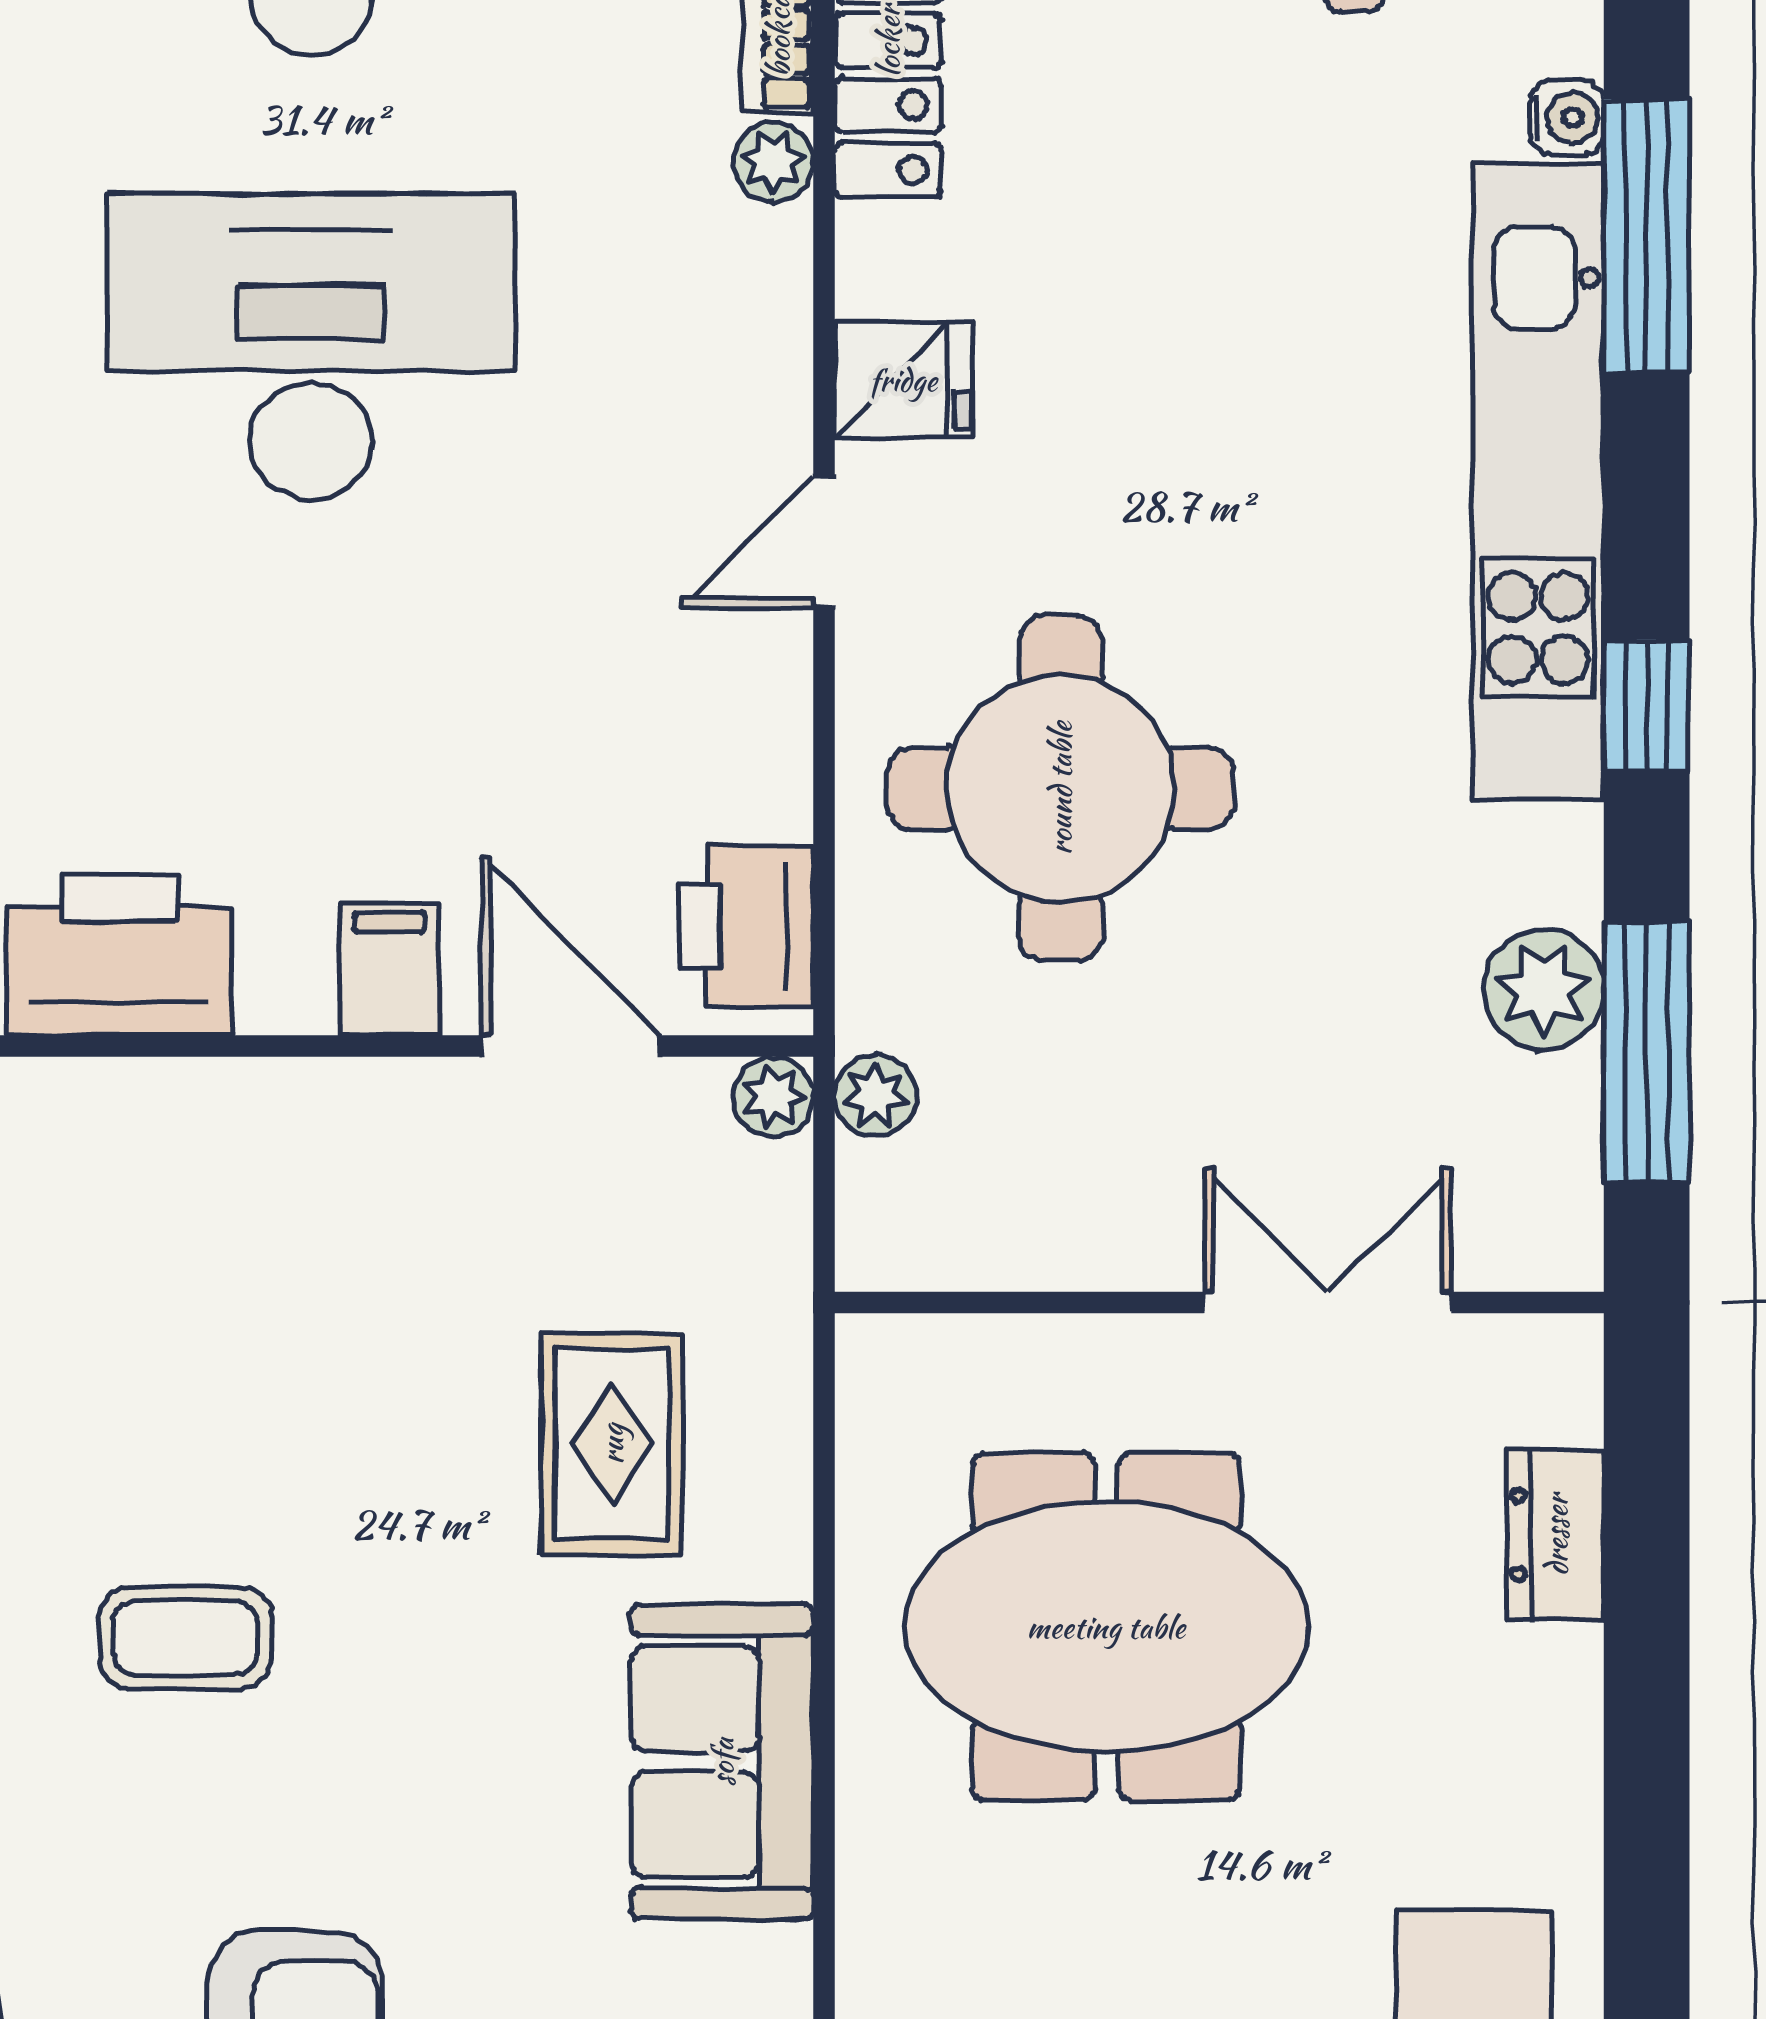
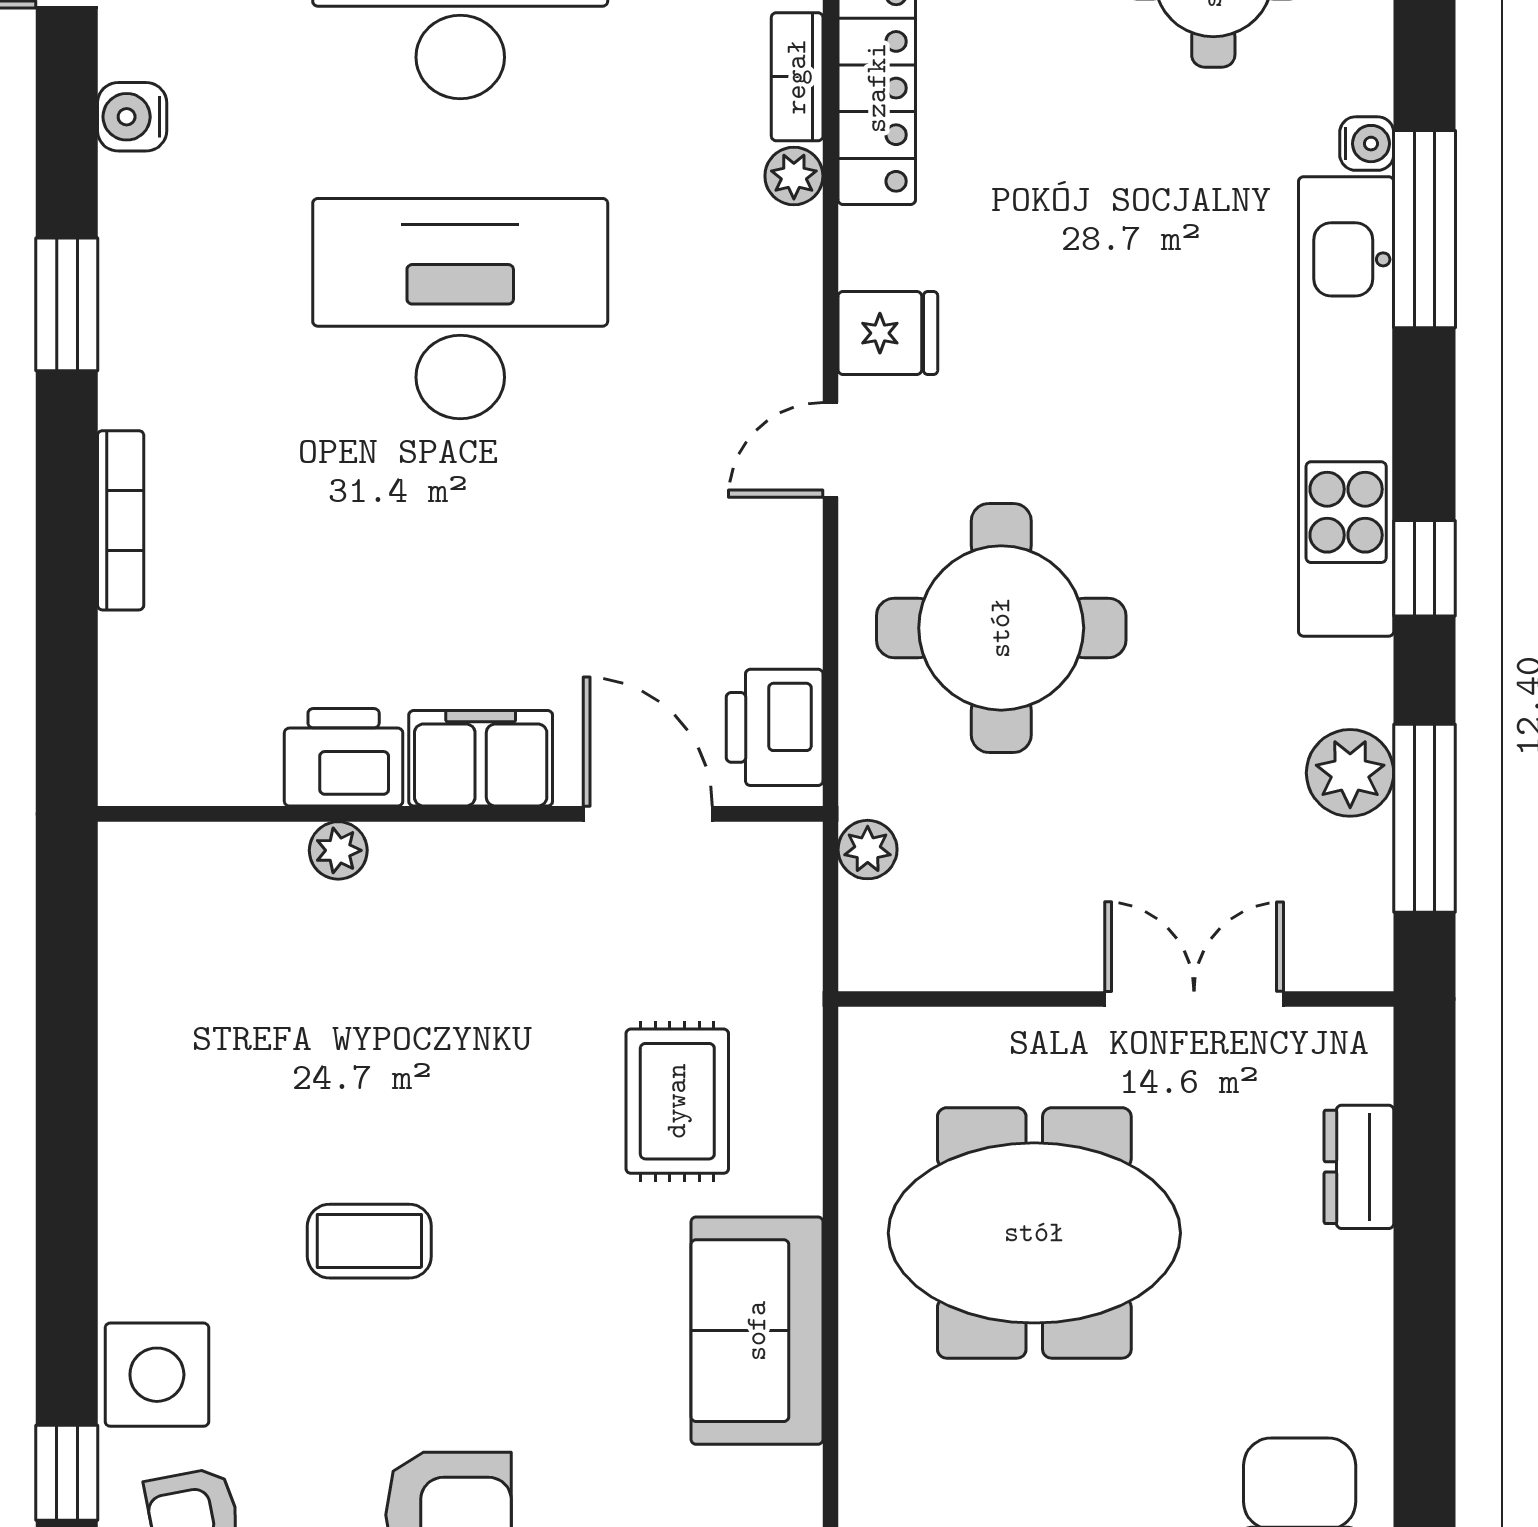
printer: (119, 955) -> (344, 757), width x0.73, depth x0.84
filing cabinet: (389, 969) -> (481, 758), width x2.00
plant: (773, 1097) -> (338, 850), moved

